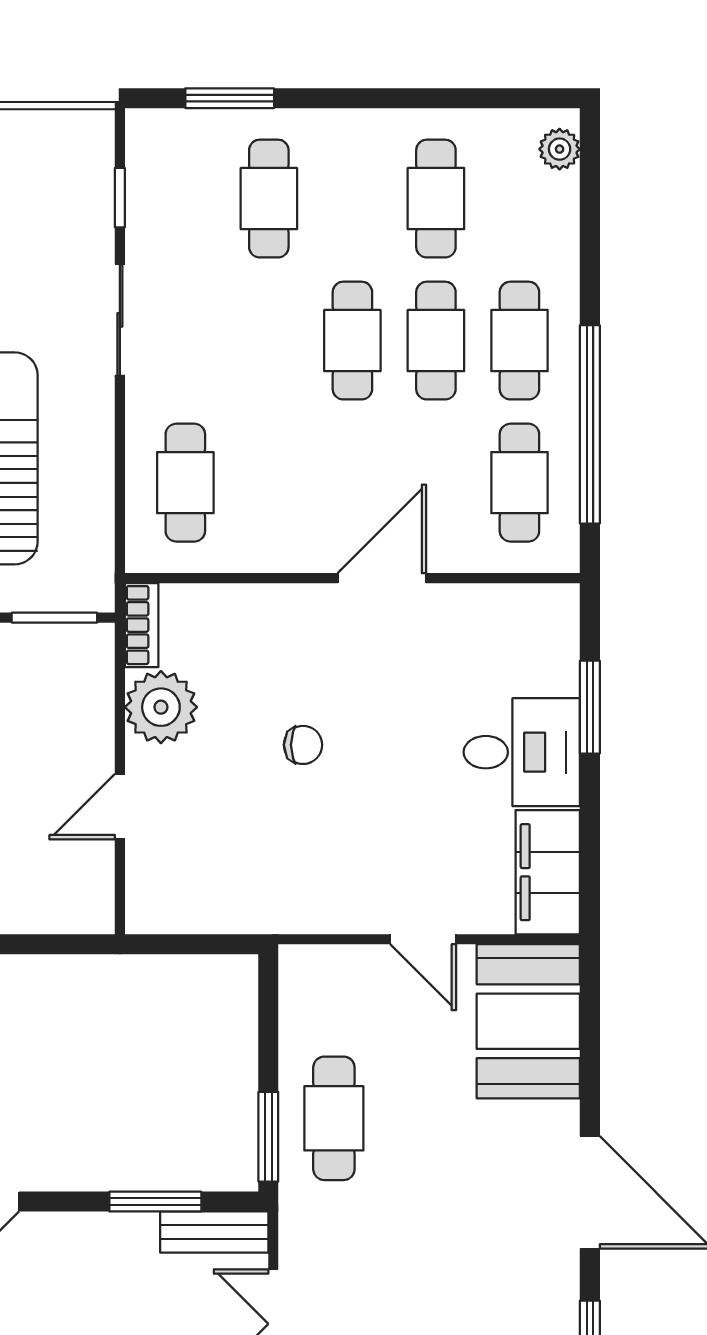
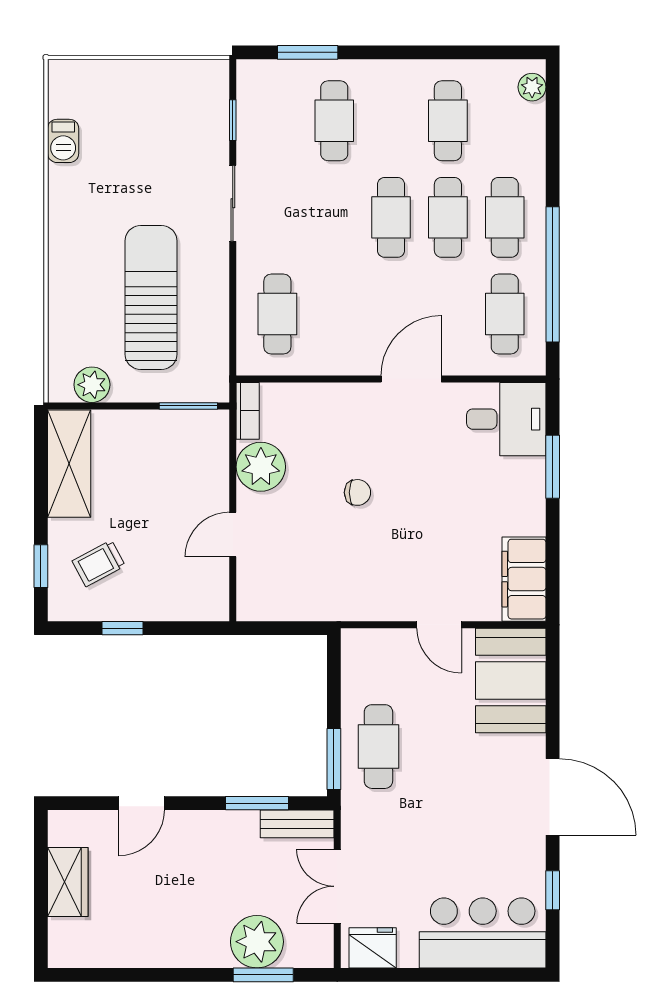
desk: (522, 752) -> (506, 419), moved

